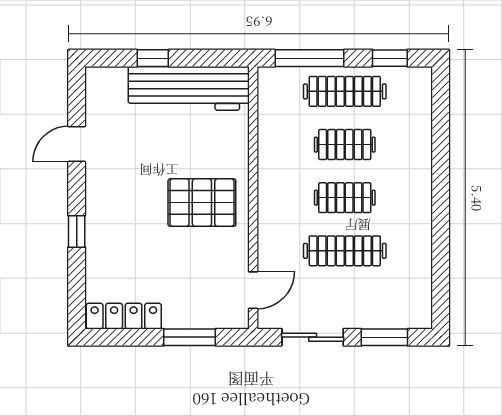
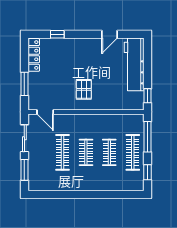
window: (153, 58) -> (147, 96), moved
workbench: (189, 88) -> (134, 64), moved
door: (77, 144) -> (110, 34), swing flipped
pallet: (202, 203) -> (84, 89), width x0.67, depth x0.71
window: (77, 231) -> (57, 34), moved

